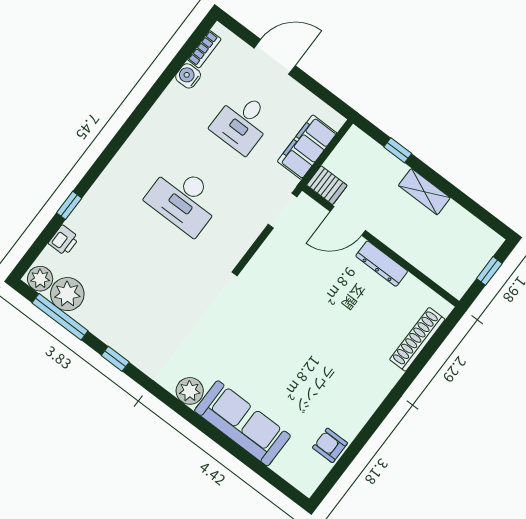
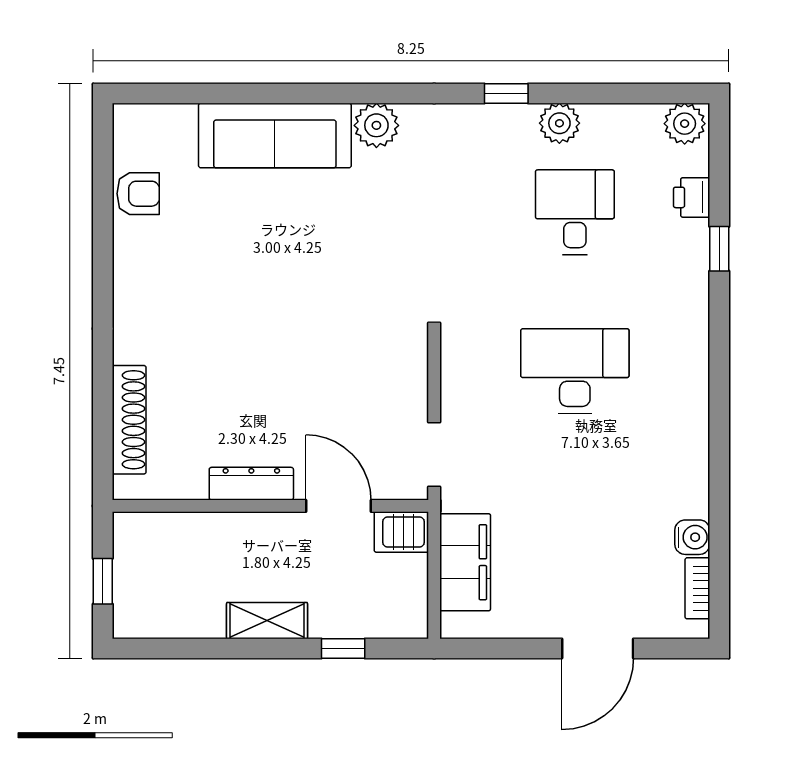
desk: (242, 123) -> (575, 212), moved
door: (348, 221) -> (338, 506), hinge flipped
plant: (67, 294) -> (559, 123), moved, width x0.73, depth x0.73
window: (60, 317) -> (620, 93), removed

